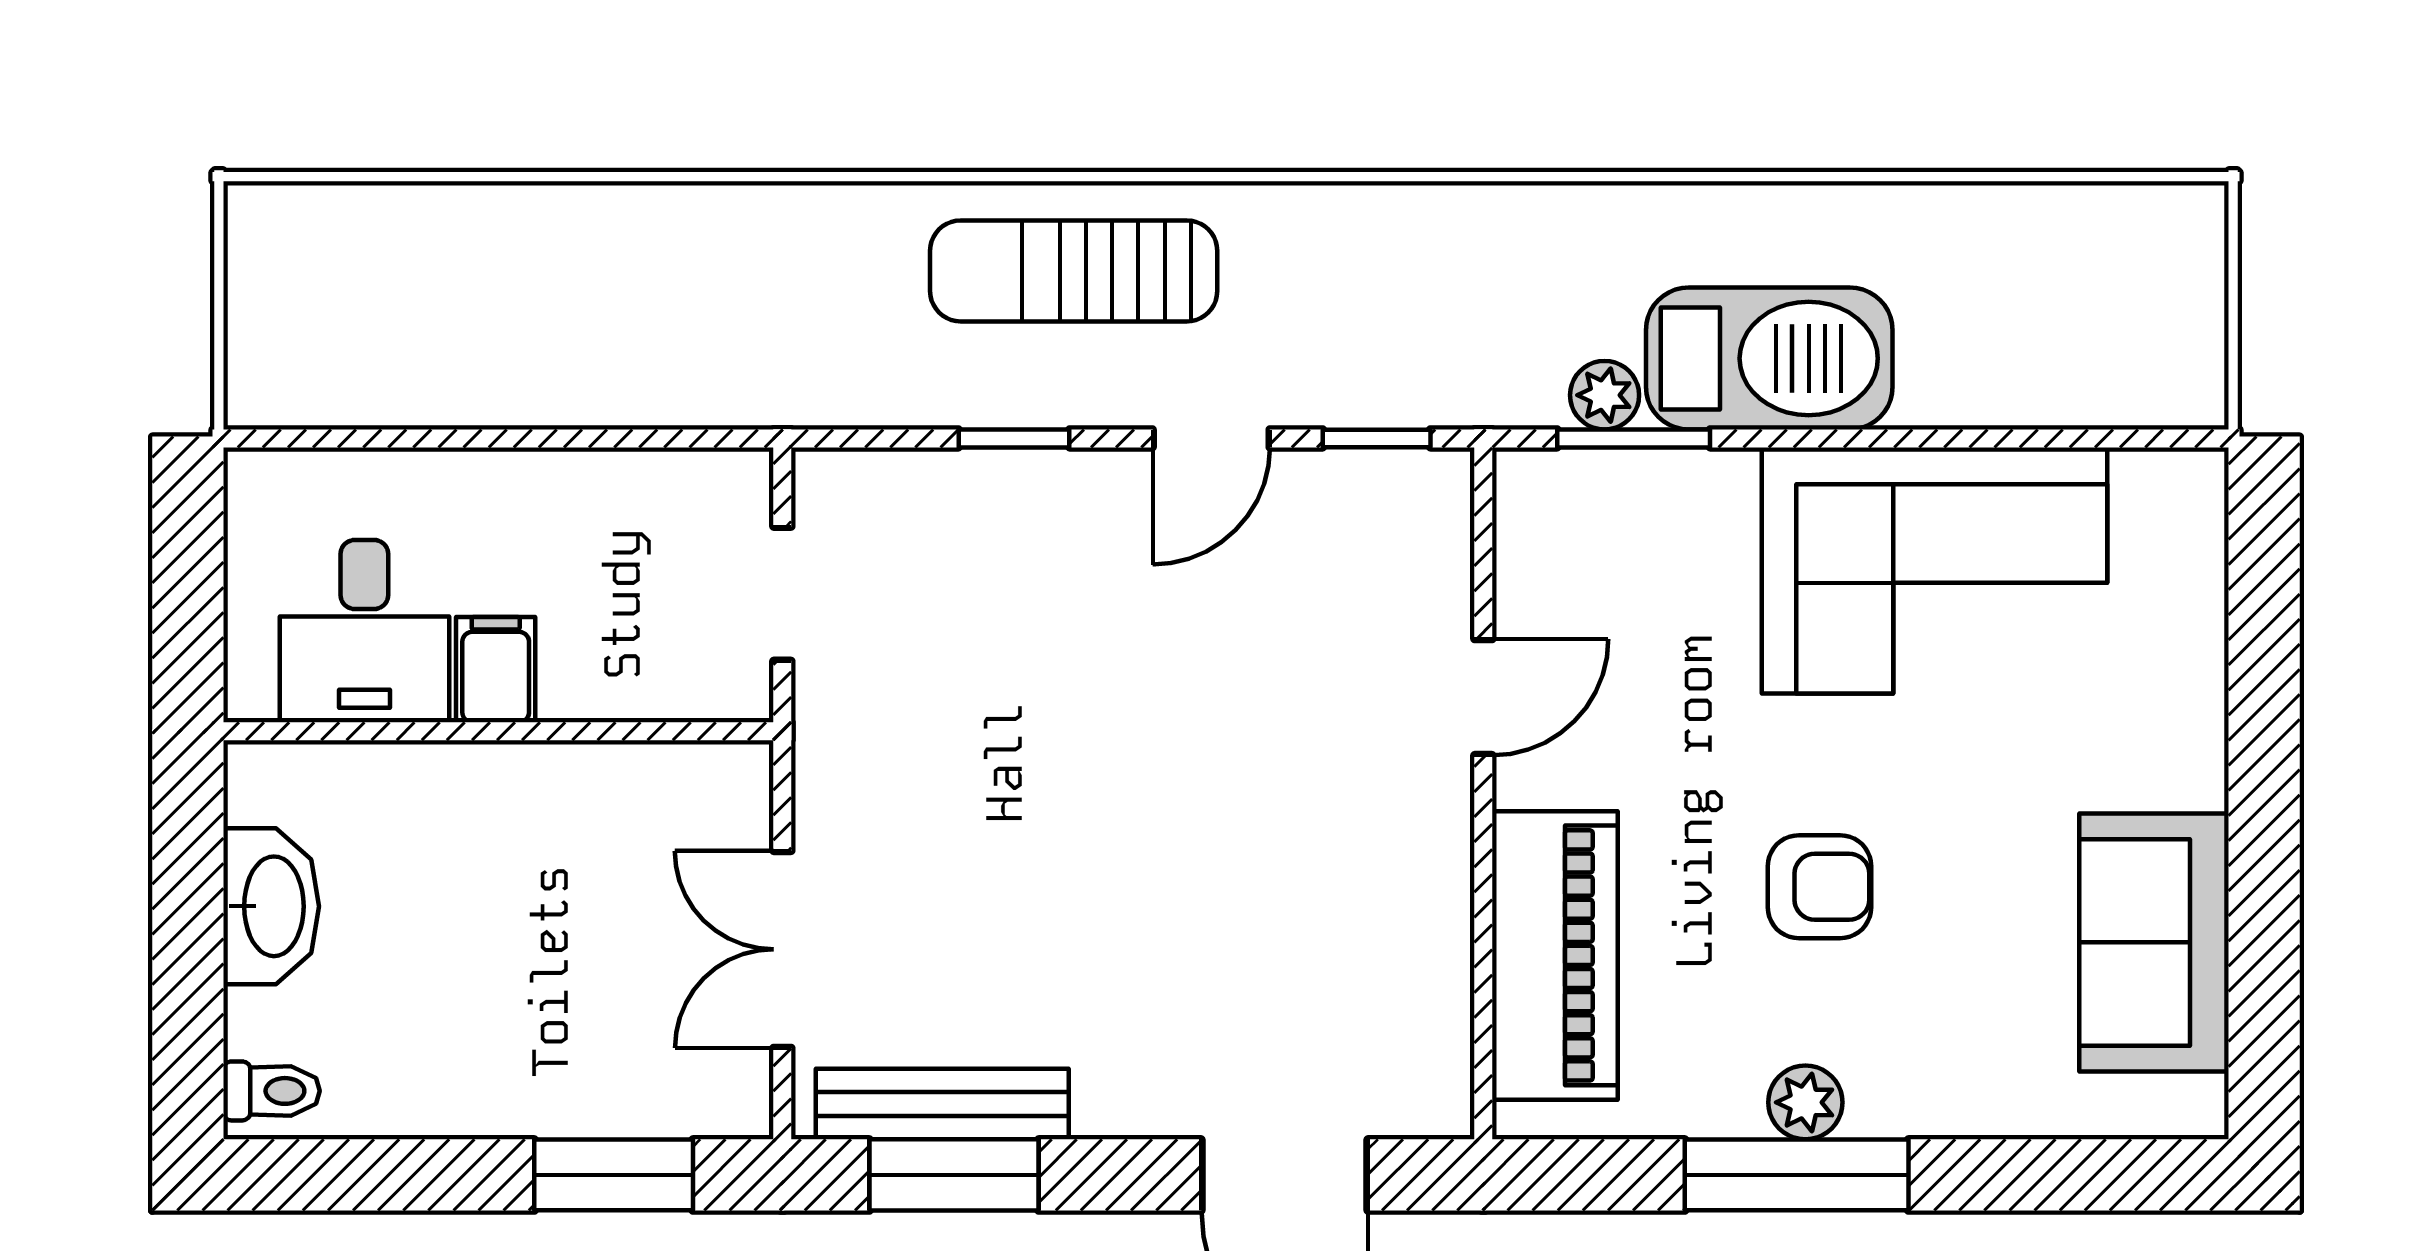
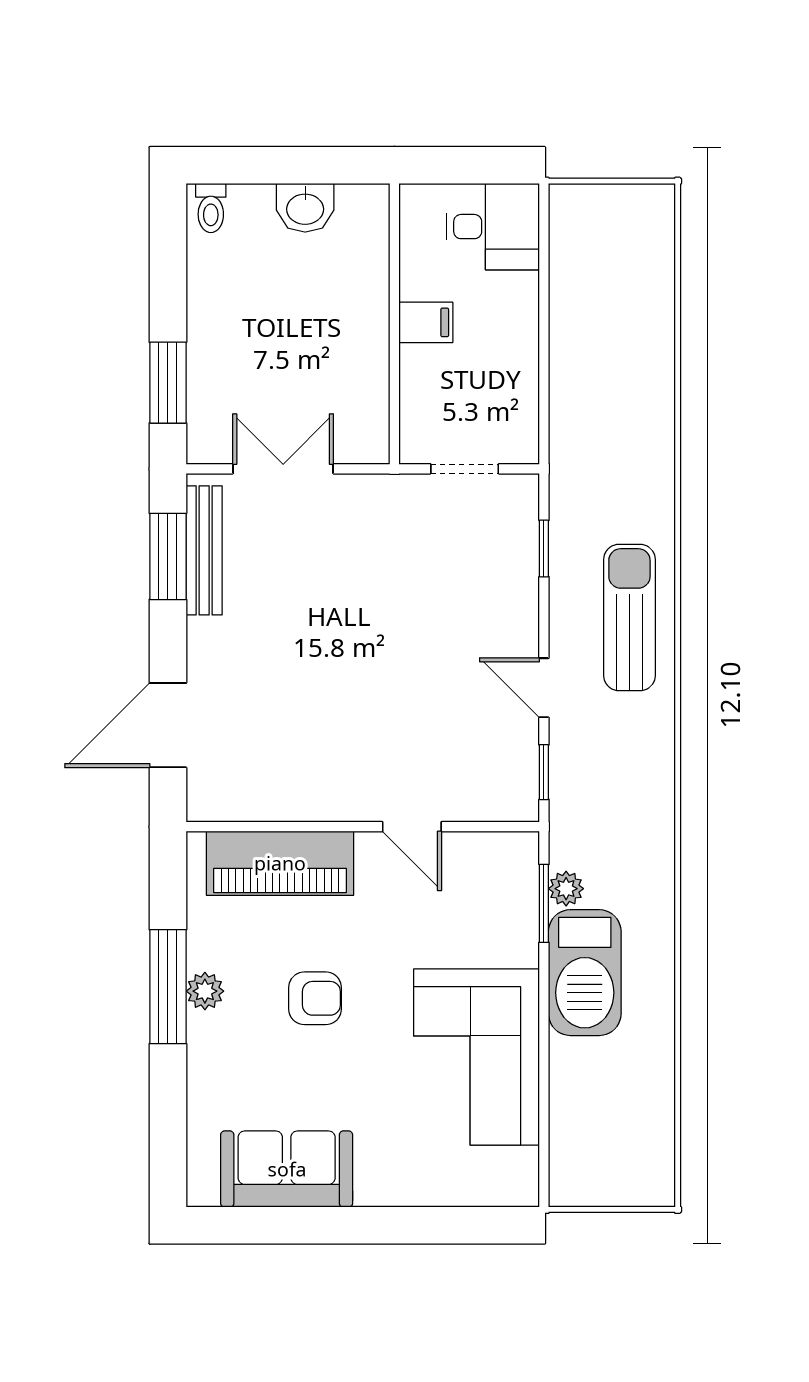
window: (1014, 438) -> (544, 549), moved
desk: (364, 631) -> (493, 227), moved, turned 180
armchair: (1820, 887) -> (315, 998), turned -90
washbasin: (271, 906) -> (305, 208), width x0.72

